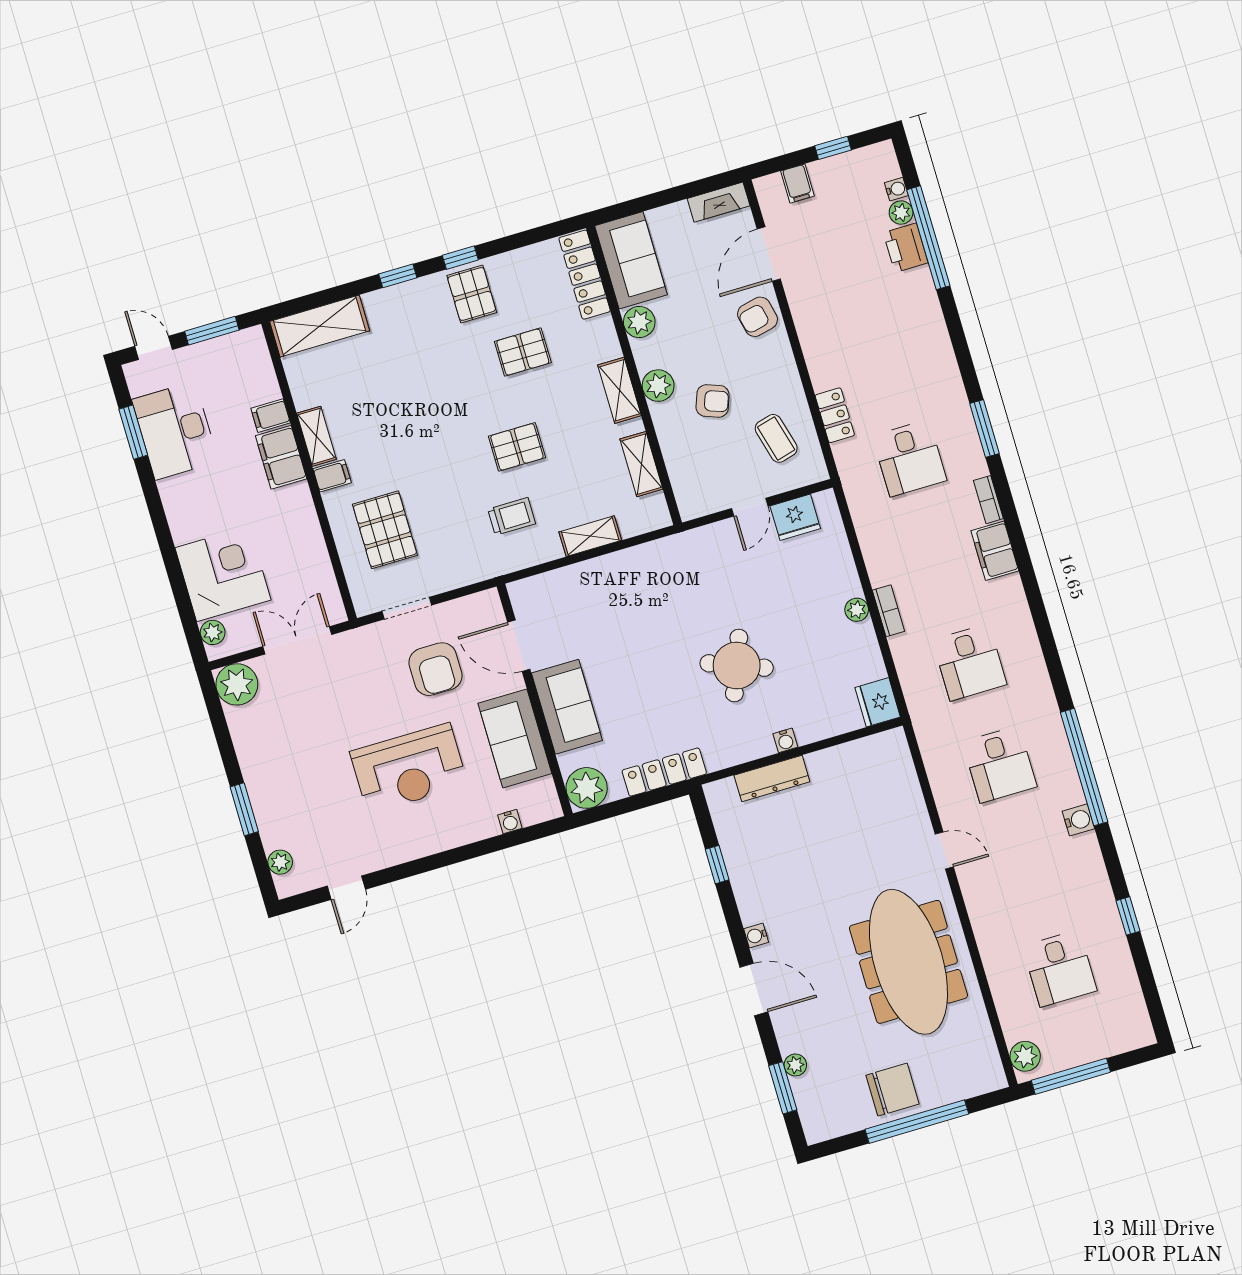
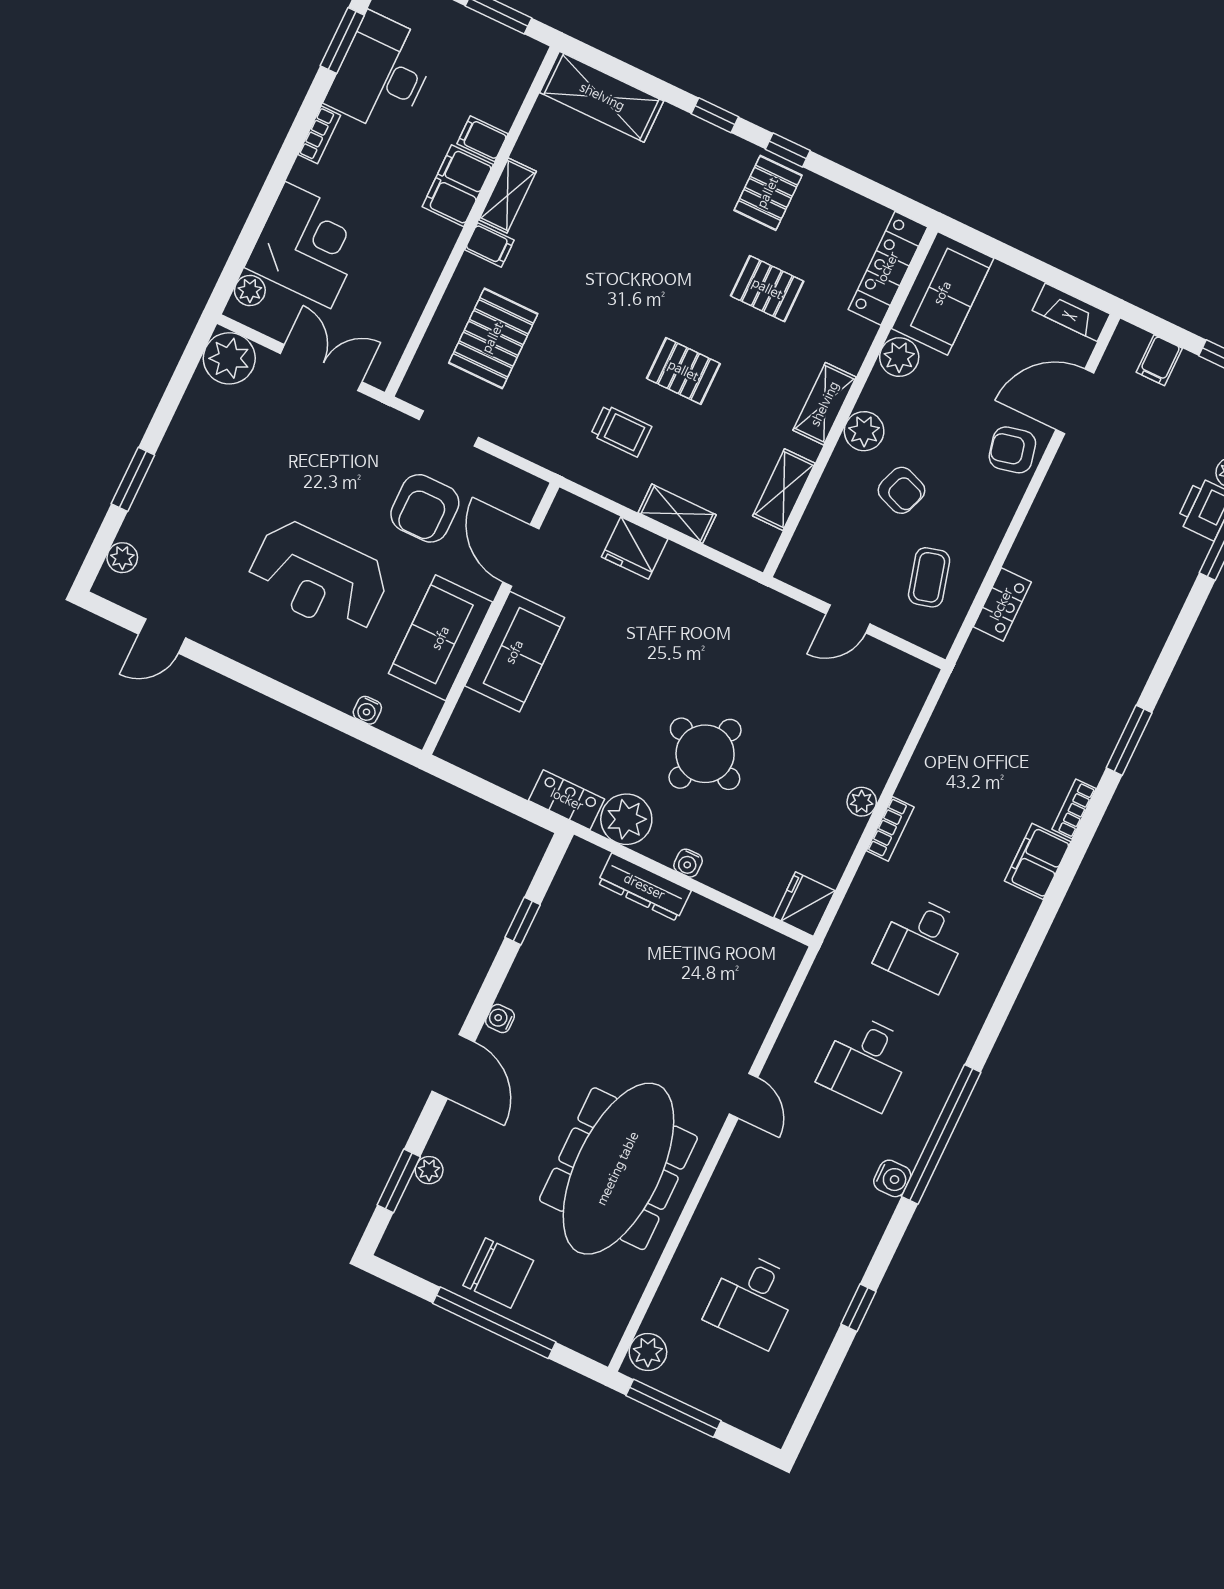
desk: (910, 458) -> (1036, 706), removed
bookcase: (170, 501) -> (319, 135), added
fridge: (795, 517) -> (635, 548), moved
locker: (664, 772) -> (567, 800), width x0.66
plant: (587, 788) -> (626, 819), moved

